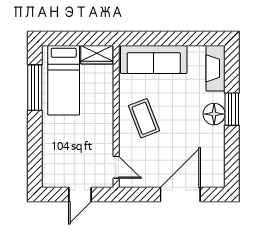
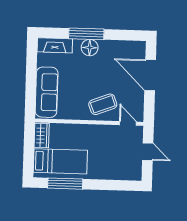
window: (232, 109) -> (86, 34), width x1.44
coffee table: (144, 118) -> (103, 104), moved
door: (116, 167) -> (128, 123), hinge flipped

